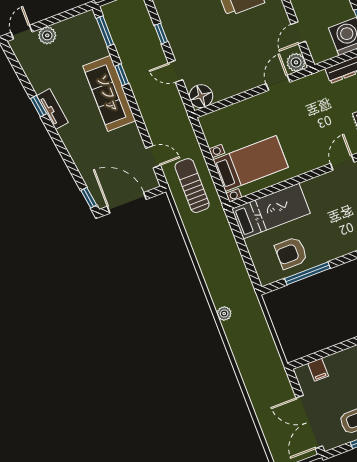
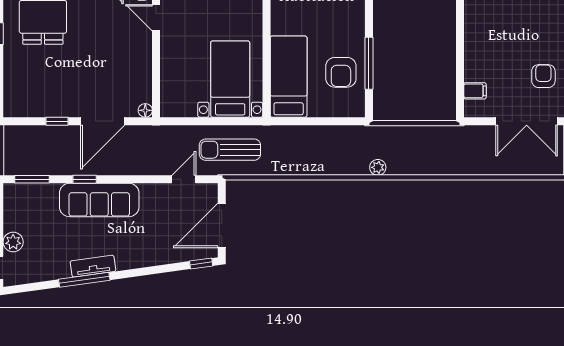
door: (175, 71) -> (103, 121), width x1.87
floor lamp: (201, 96) -> (145, 110), width x0.53, depth x0.53
window: (38, 106) -> (84, 280), width x2.17

